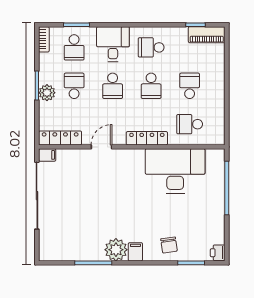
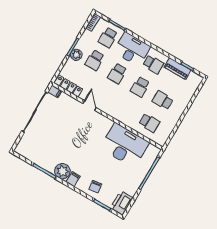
piano: (207, 35) -> (178, 69), moved
desk: (113, 44) -> (132, 49), width x1.37
school desk: (151, 47) -> (153, 64), turned 180
school desk: (74, 86) -> (95, 60), turned 180
school desk: (190, 86) -> (163, 100), turned -90
school desk: (190, 124) -> (149, 123), turned 180
locker: (147, 138) -> (119, 116), removed
door: (101, 147) -> (90, 106), hinge flipped
printer: (218, 253) -> (122, 203), width x1.87, depth x1.48

